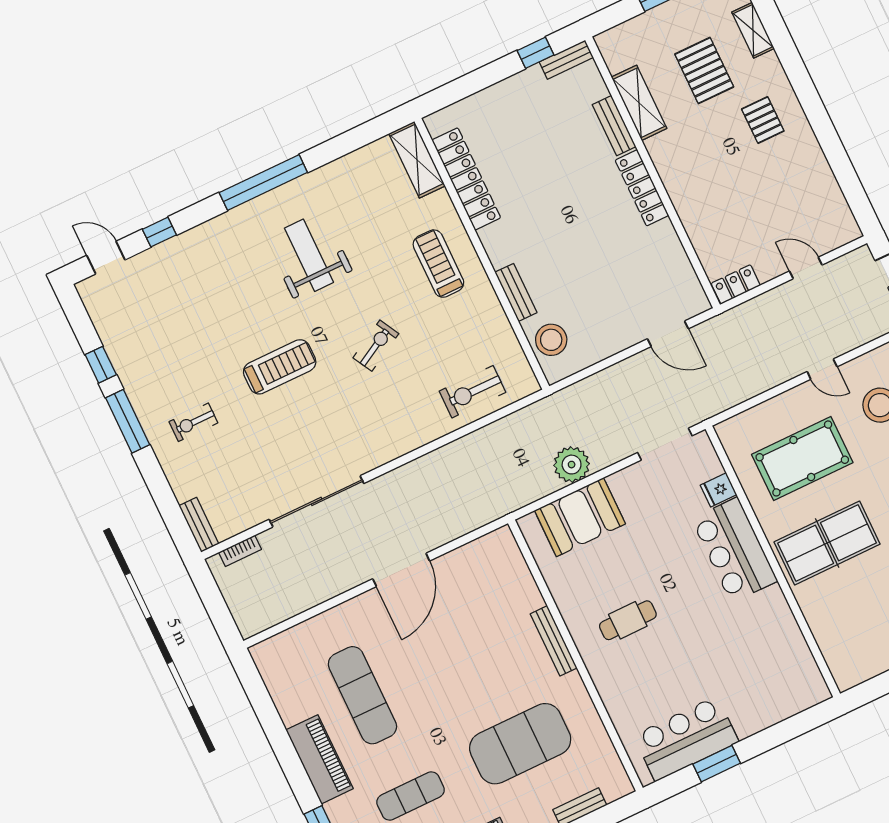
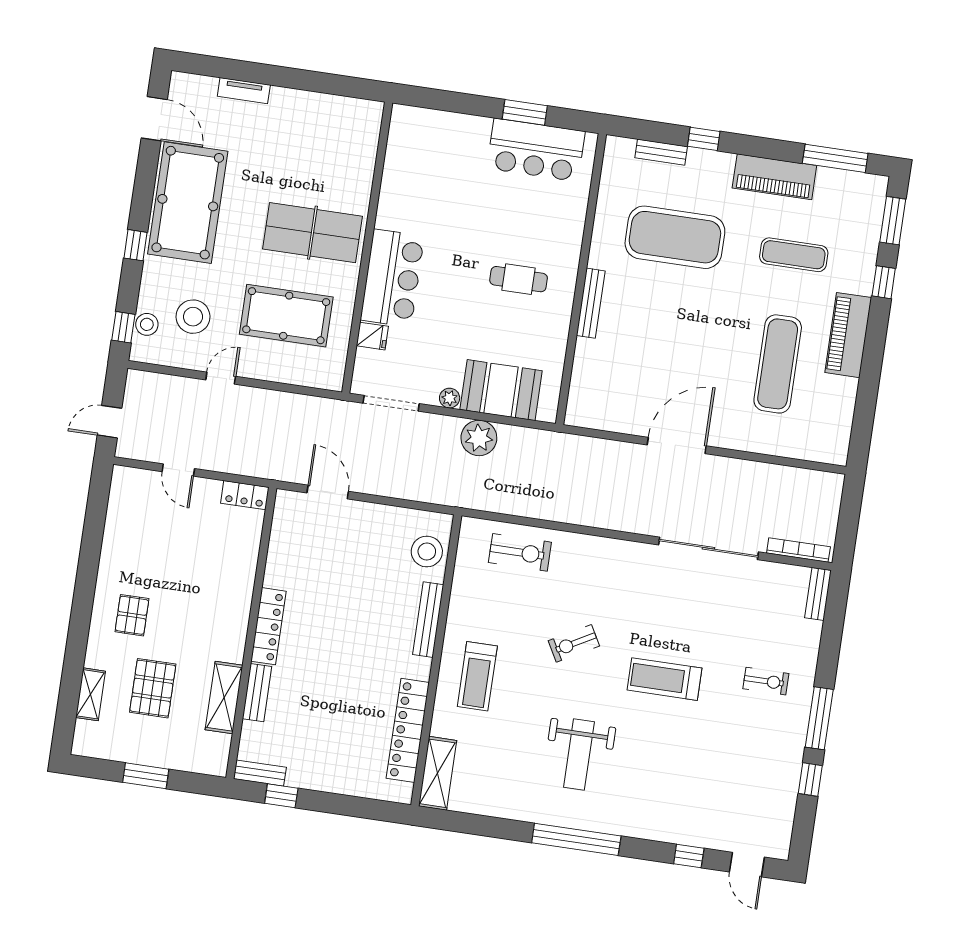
bench: (516, 292) -> (428, 620), width x1.36
door: (822, 369) -> (221, 378), hinge flipped
plant: (619, 481) -> (450, 398), added
bookcase: (240, 551) -> (798, 550), width x1.56

